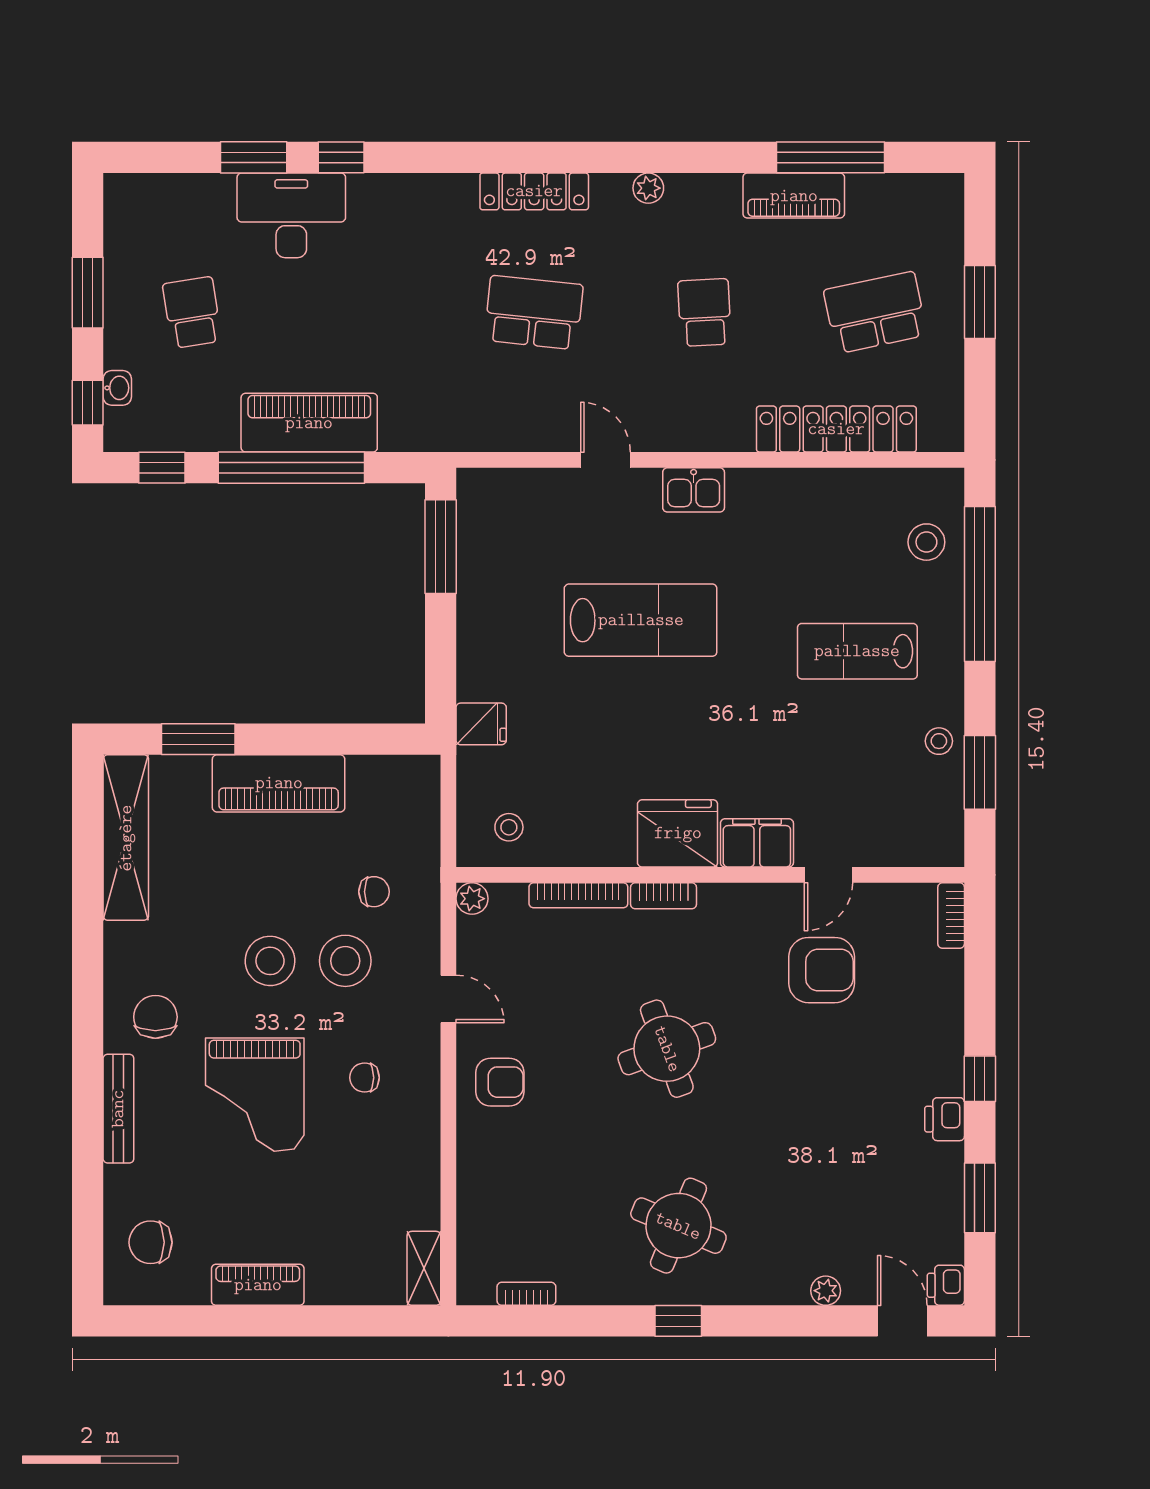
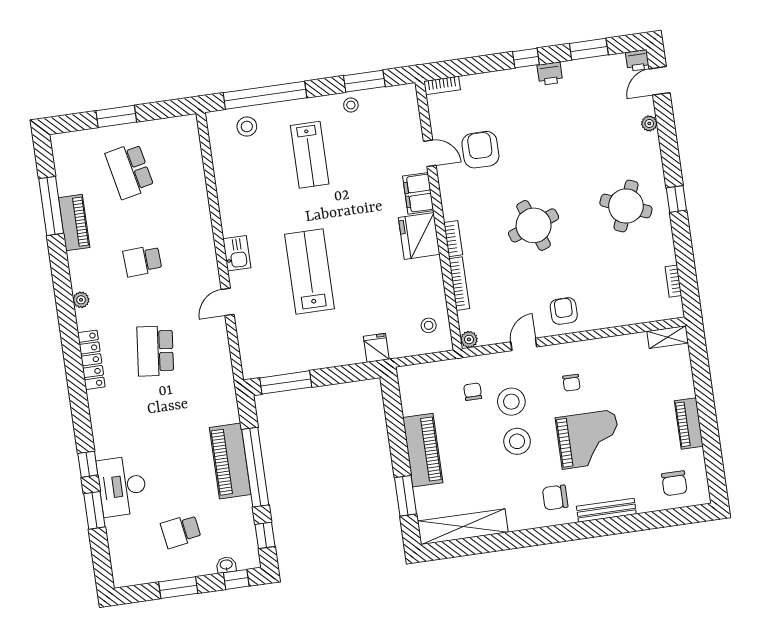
locker: (836, 429) -> (194, 183), removed

